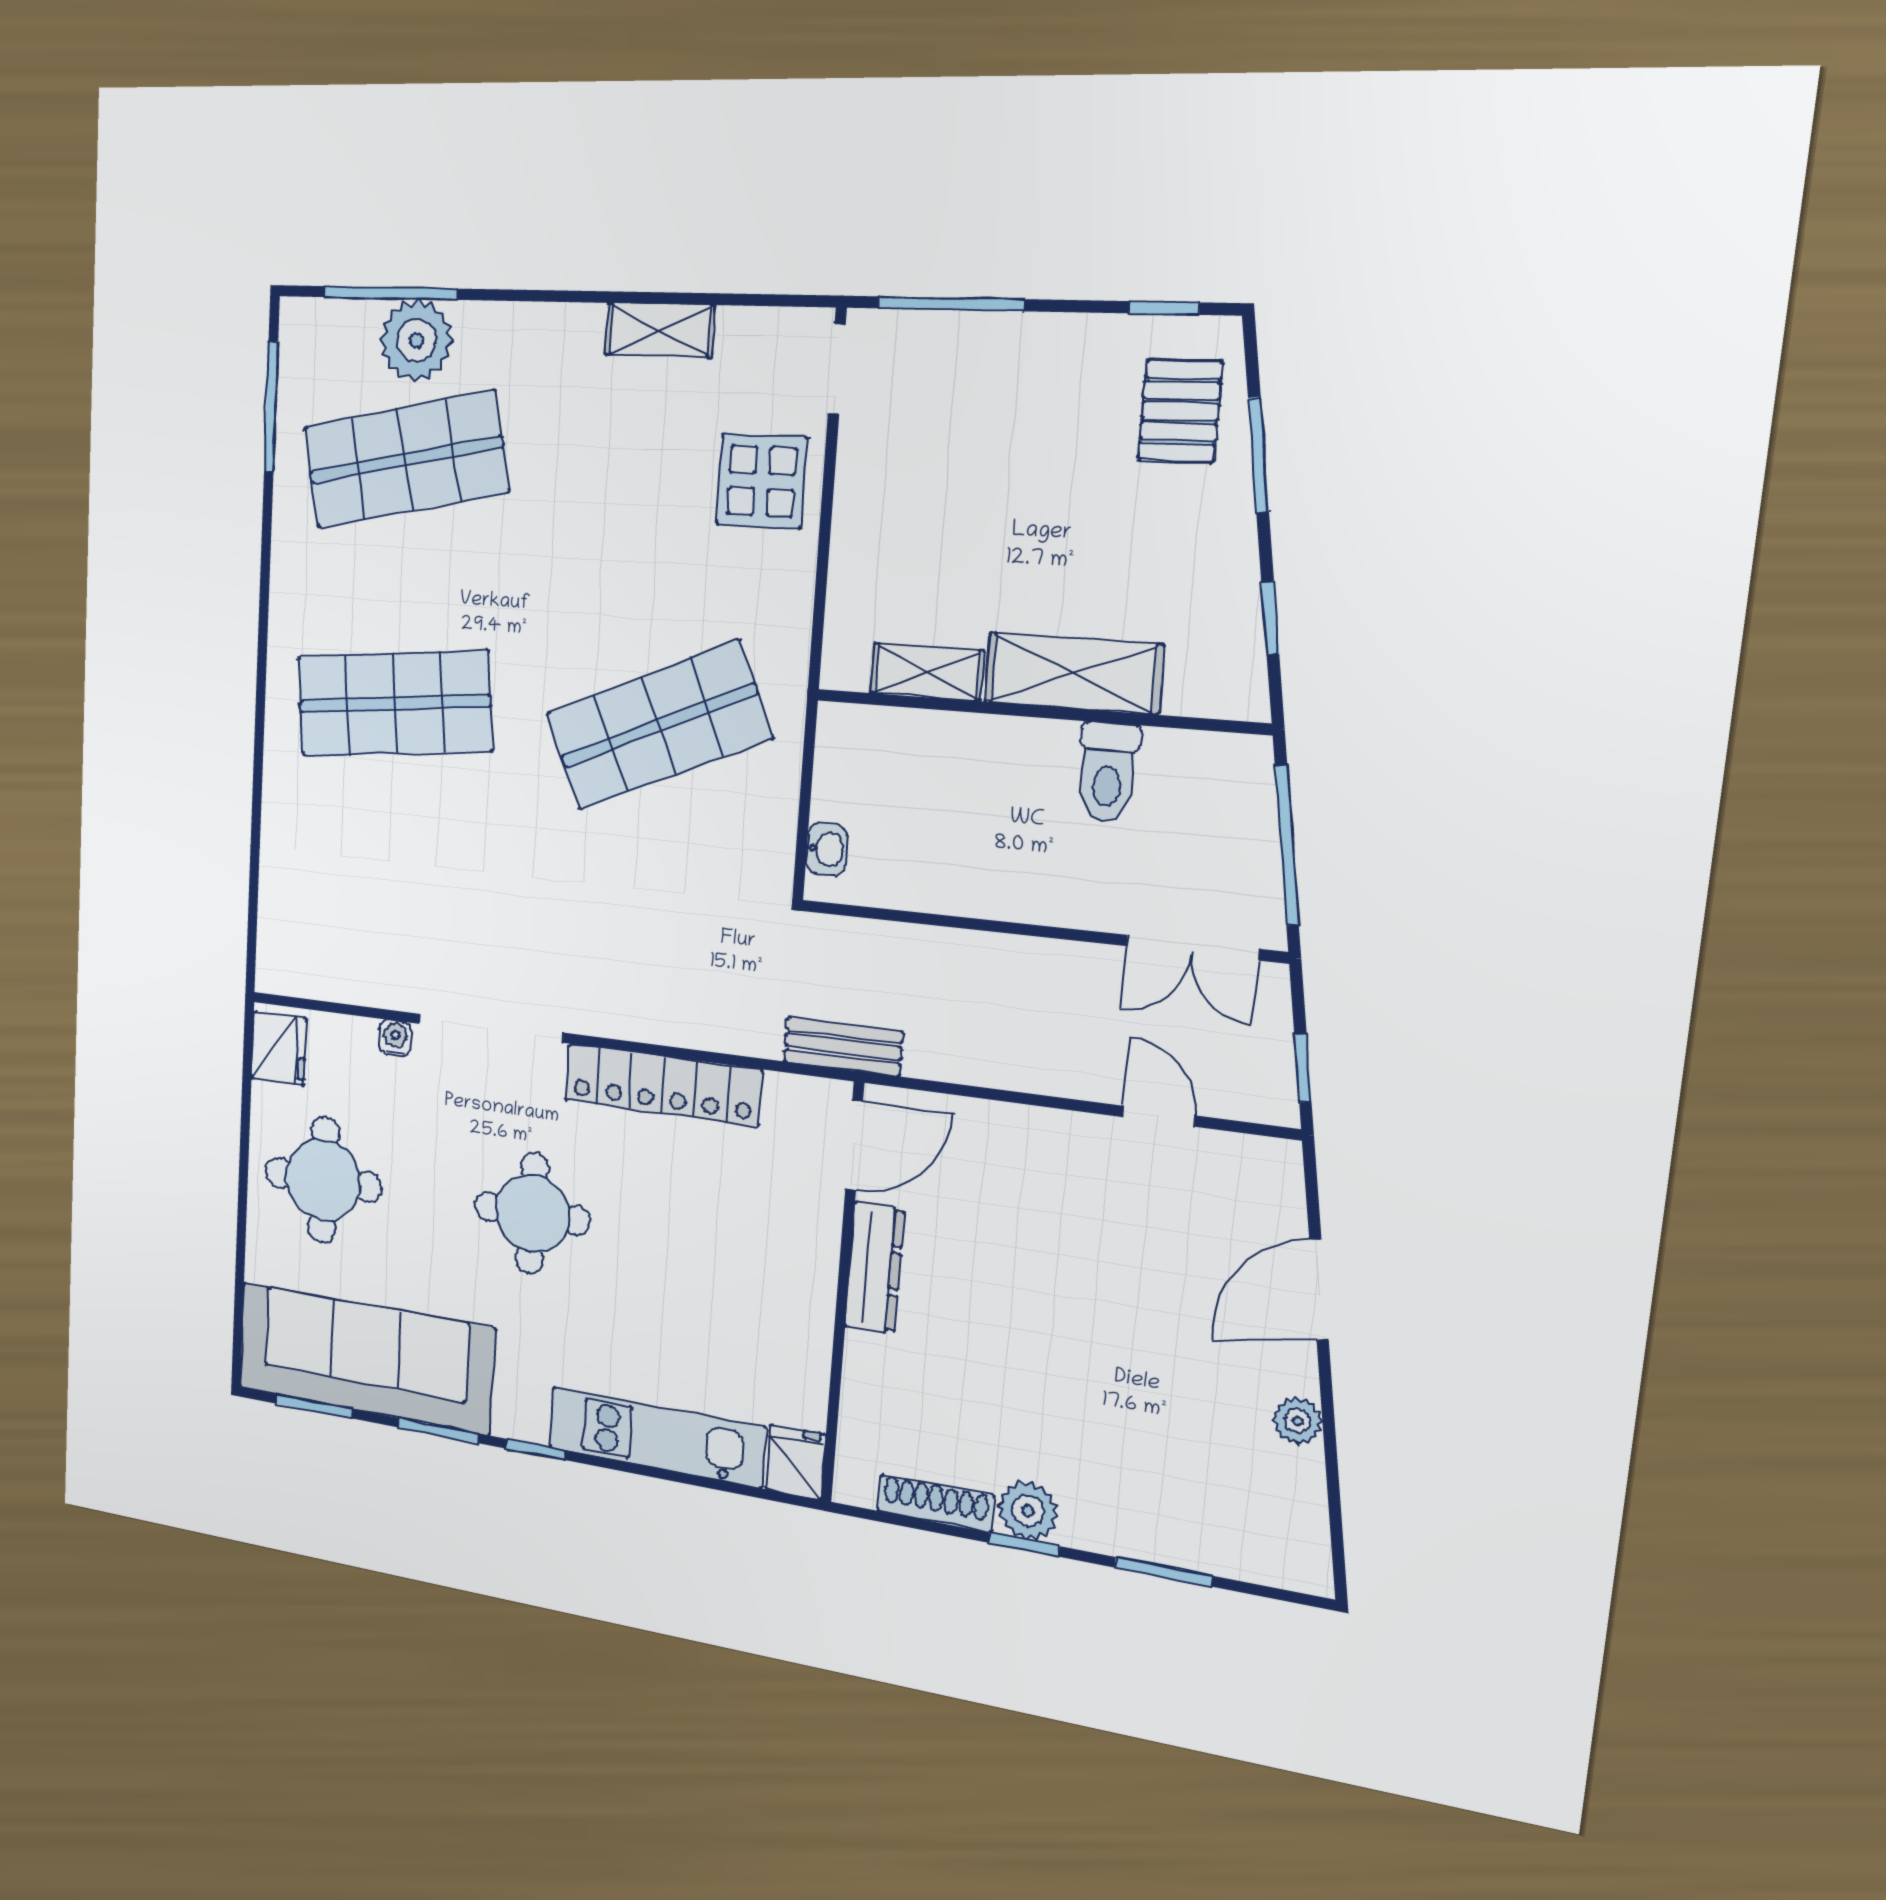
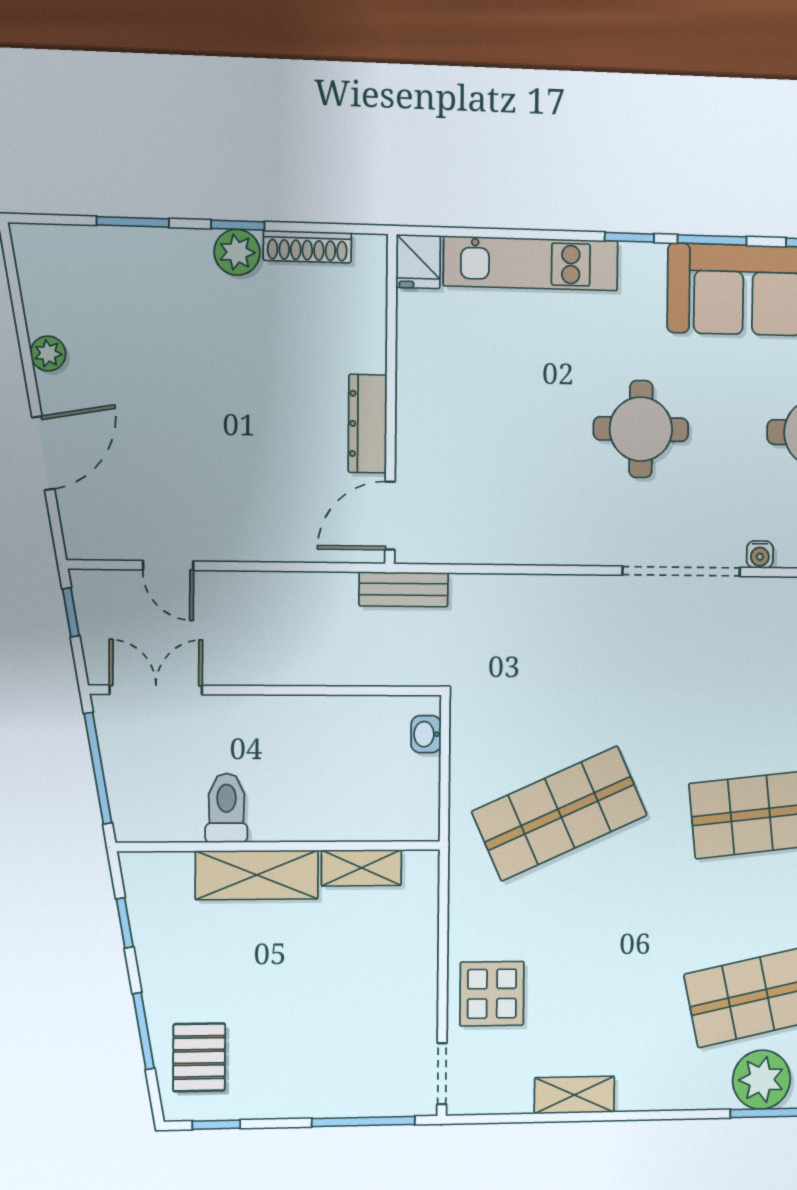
locker: (662, 1085) -> (541, 543), removed

